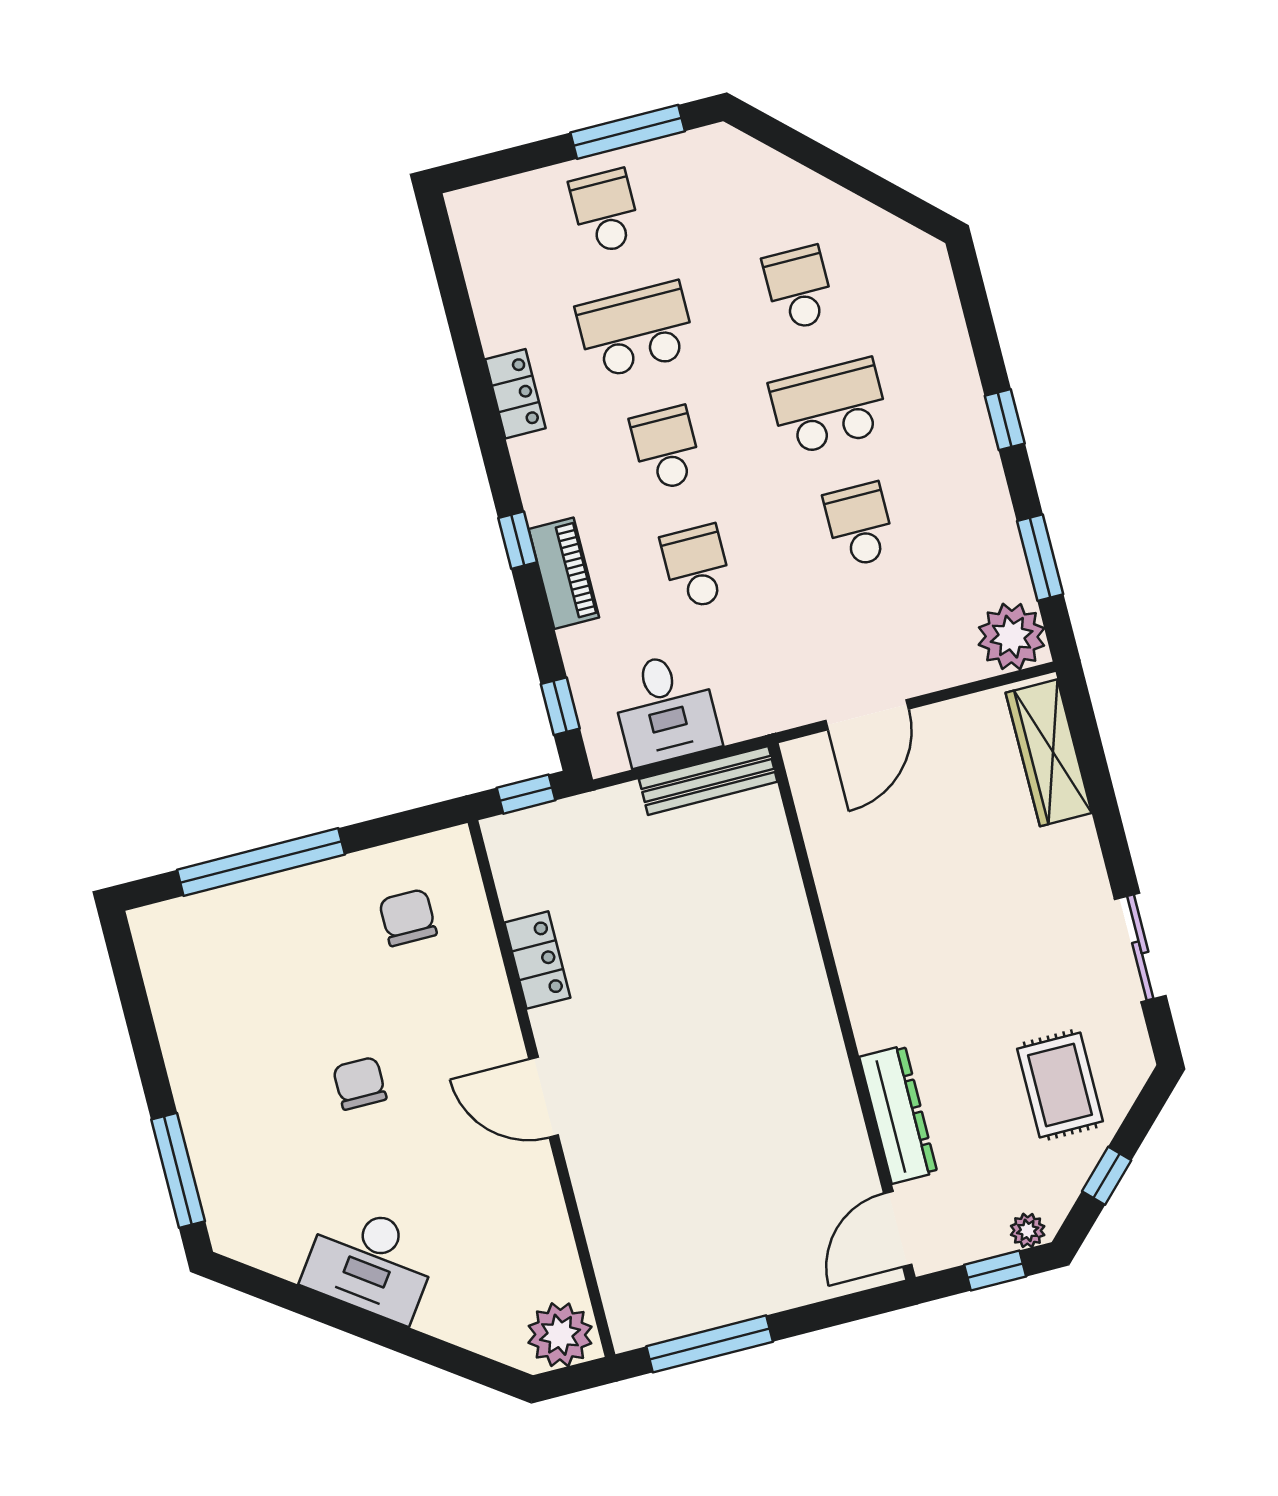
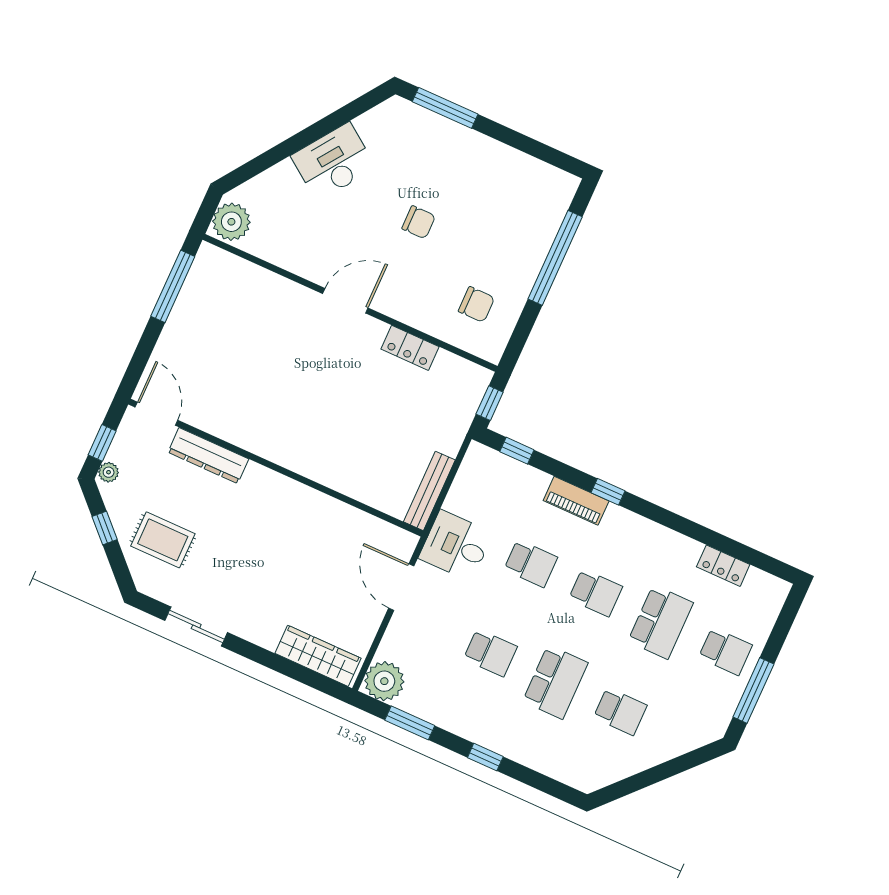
locker: (515, 394) -> (723, 566), moved
desk: (665, 709) -> (456, 546), moved

